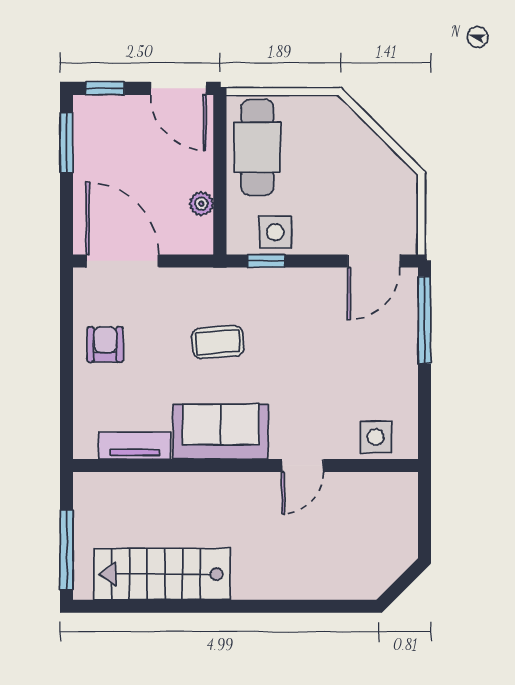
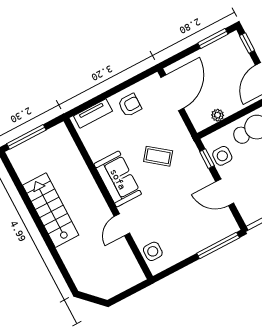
door: (374, 261) -> (225, 192), moved
coffee table: (218, 342) -> (158, 156), turned -48
tv unit: (135, 446) -> (93, 114), moved, turned 90
door: (303, 466) -> (122, 225), hinge flipped
stairs: (162, 574) -> (51, 210), moved

